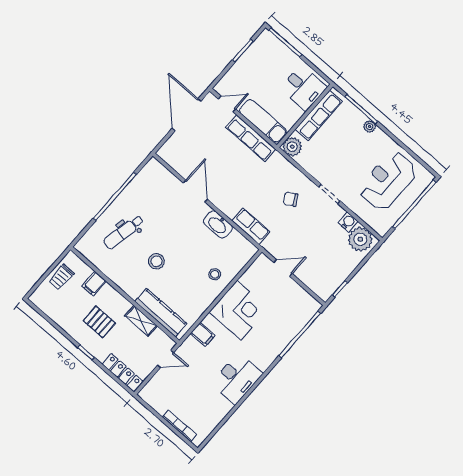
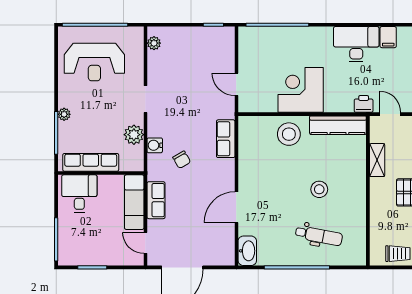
row of seats: (251, 138) -> (156, 200), width x0.68
plant: (292, 147) -> (134, 135), moved
chair: (291, 199) -> (182, 160), moved
water cooler: (348, 222) -> (155, 145), moved
washbasin: (218, 224) -> (247, 251), moved
plant: (360, 239) -> (154, 43), width x0.53, depth x0.53
stool: (215, 274) -> (289, 134), width x1.89, depth x1.89
filing cabinet: (94, 284) -> (380, 223), removed
kitchen counter: (161, 313) -> (338, 125), moved, turned -90
filing cabinet: (203, 334) -> (388, 37), moved, turned 180
printer: (189, 346) -> (364, 104), added

